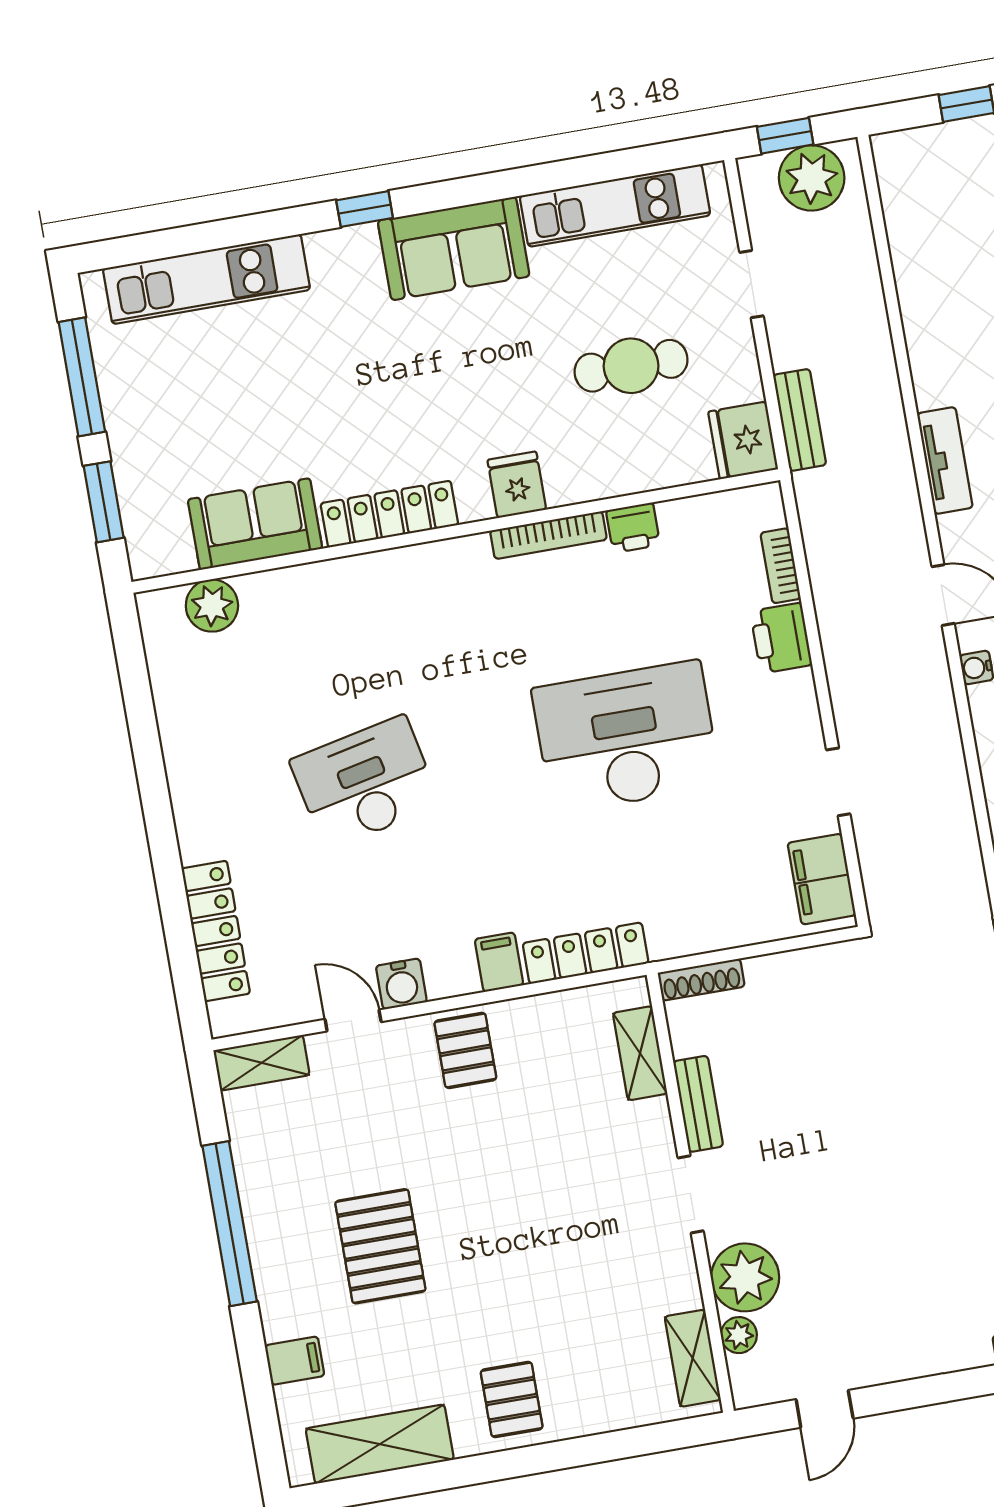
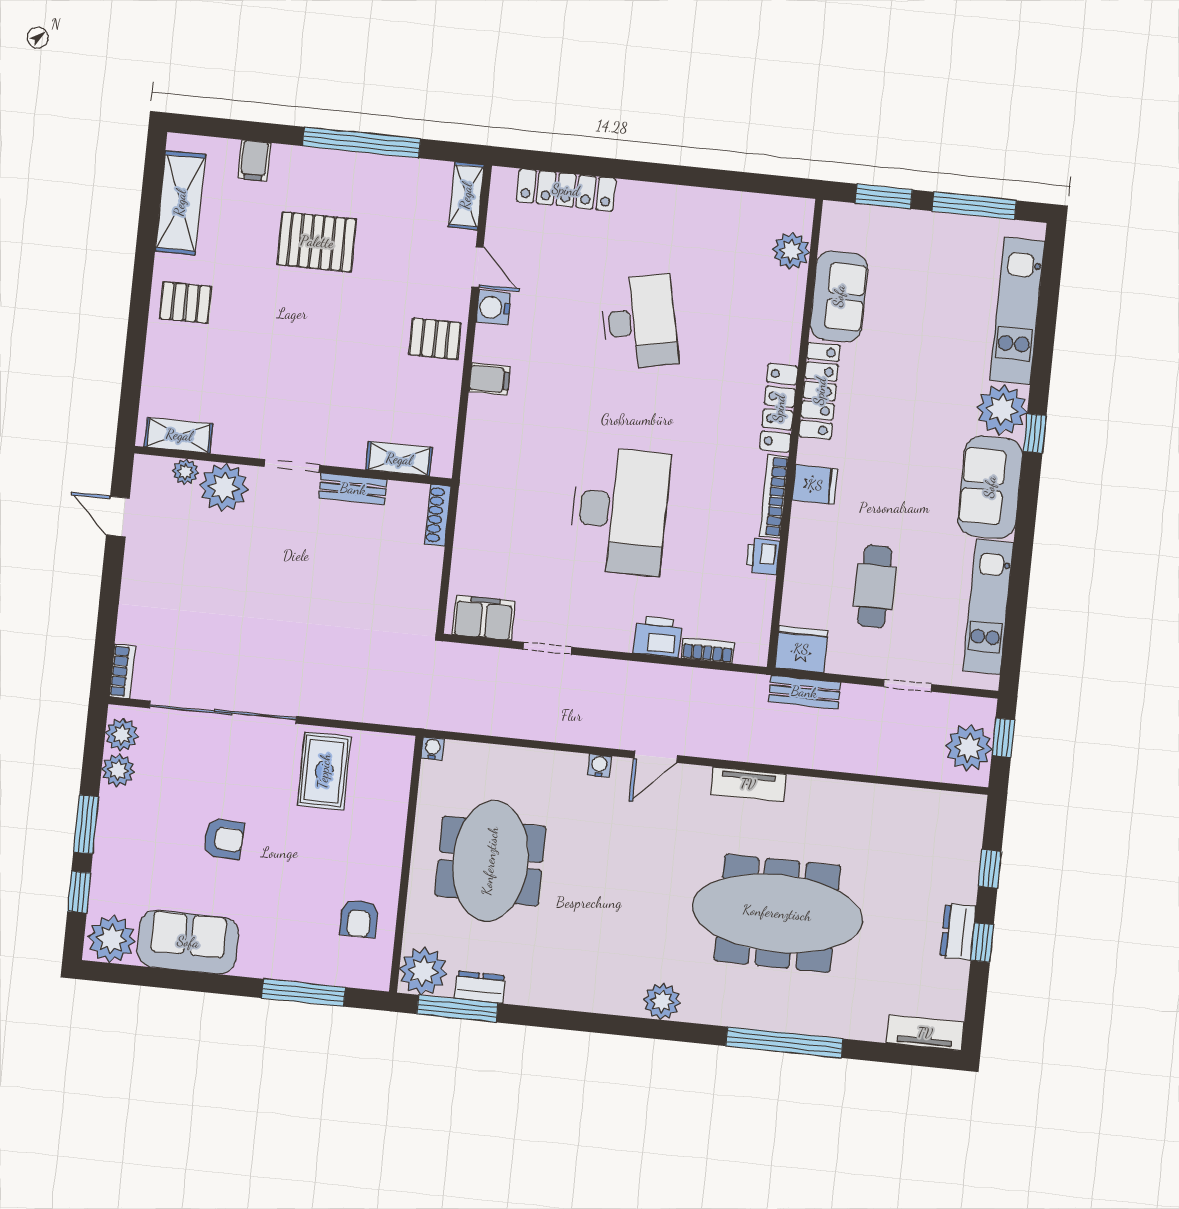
plant: (345, 262) -> (1002, 410), added
locker: (586, 953) -> (779, 408), moved, turned 180
door: (353, 1020) -> (478, 267), hinge flipped

